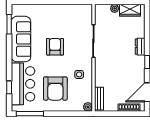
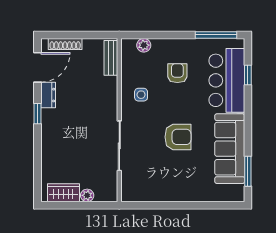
armchair: (55, 47) -> (178, 137), turned -90
dresser: (140, 47) -> (48, 95), moved
armchair: (55, 89) -> (177, 73), width x0.53, depth x0.53
plant: (88, 107) -> (144, 45), moved

